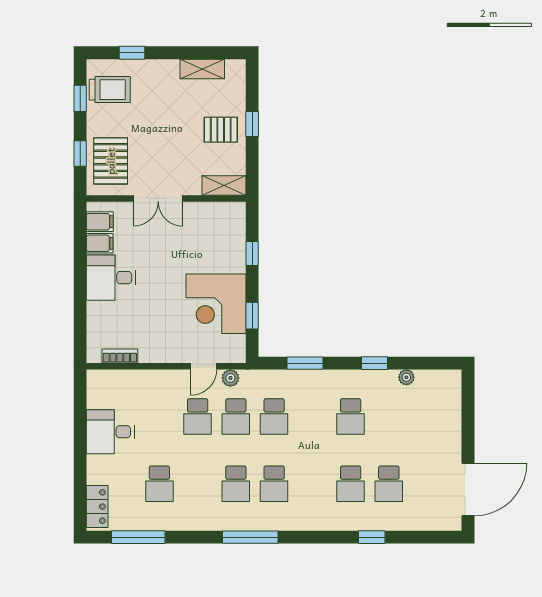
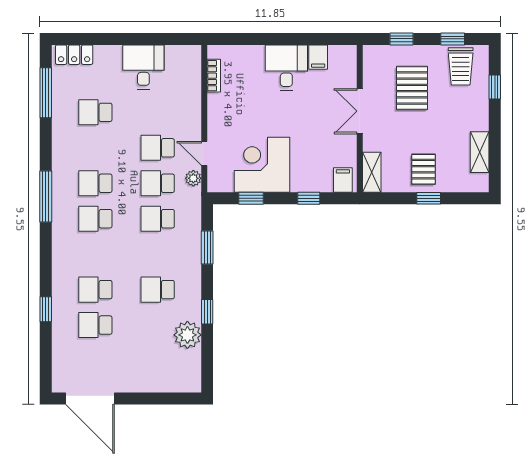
pallet: (111, 161) -> (412, 88), moved, turned 90
filing cabinet: (100, 222) -> (343, 180), moved, turned 180
plant: (406, 377) -> (187, 335), width x1.87, depth x1.87

